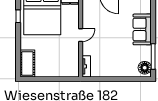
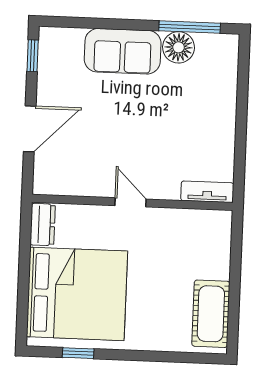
cot: (27, 63) -> (211, 314), moved, turned 90
floor lamp: (145, 68) -> (179, 47), moved

